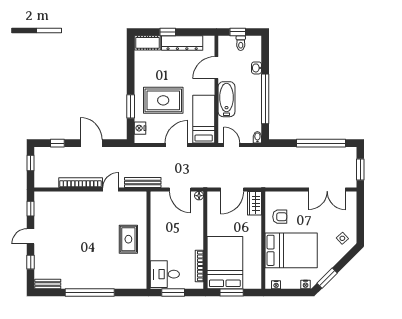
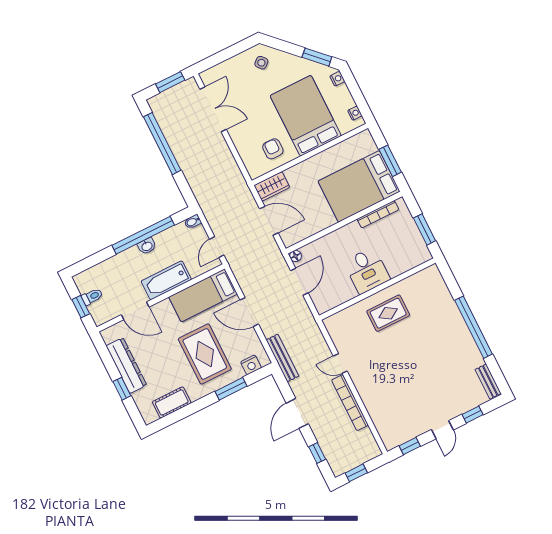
cot: (147, 43) -> (172, 402), moved, turned 90
washbasin: (256, 68) -> (147, 246), moved
bench: (143, 183) -> (282, 358), moved
door: (31, 236) -> (442, 430), hinge flipped
desk: (165, 274) -> (367, 270), moved

